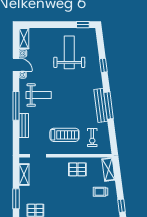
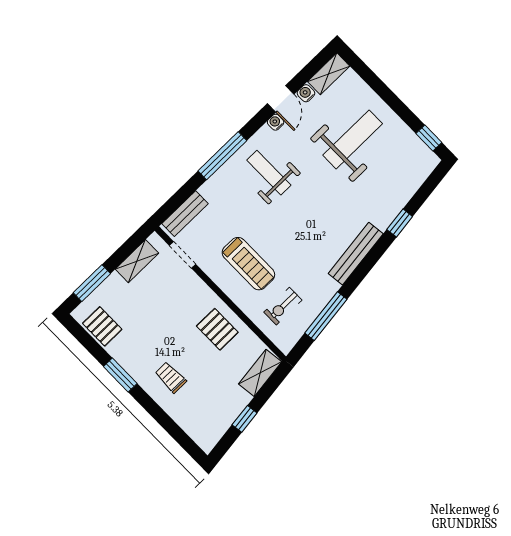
weight bench: (69, 52) -> (353, 139), moved
weight bench: (39, 95) -> (269, 173), turned 180
bench: (101, 105) -> (356, 254), moved
window: (109, 106) -> (326, 316), moved
bench: (24, 125) -> (185, 214), moved
trolley: (101, 192) -> (171, 377), moved
window: (121, 206) -> (245, 419), moved

